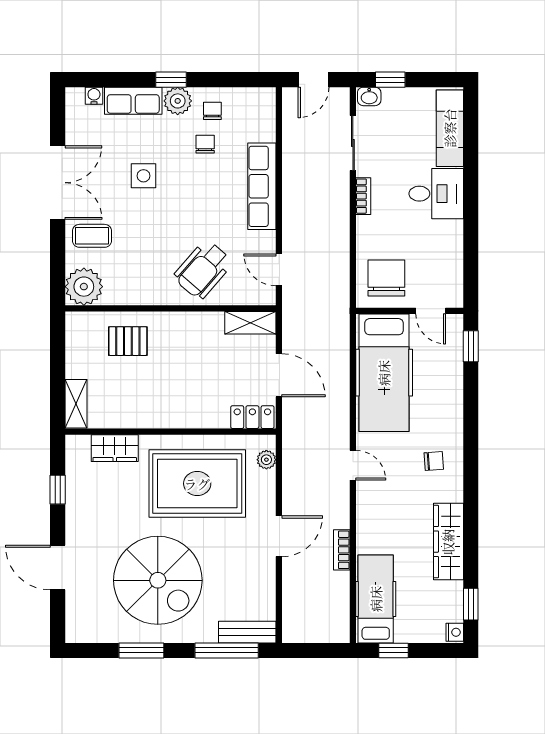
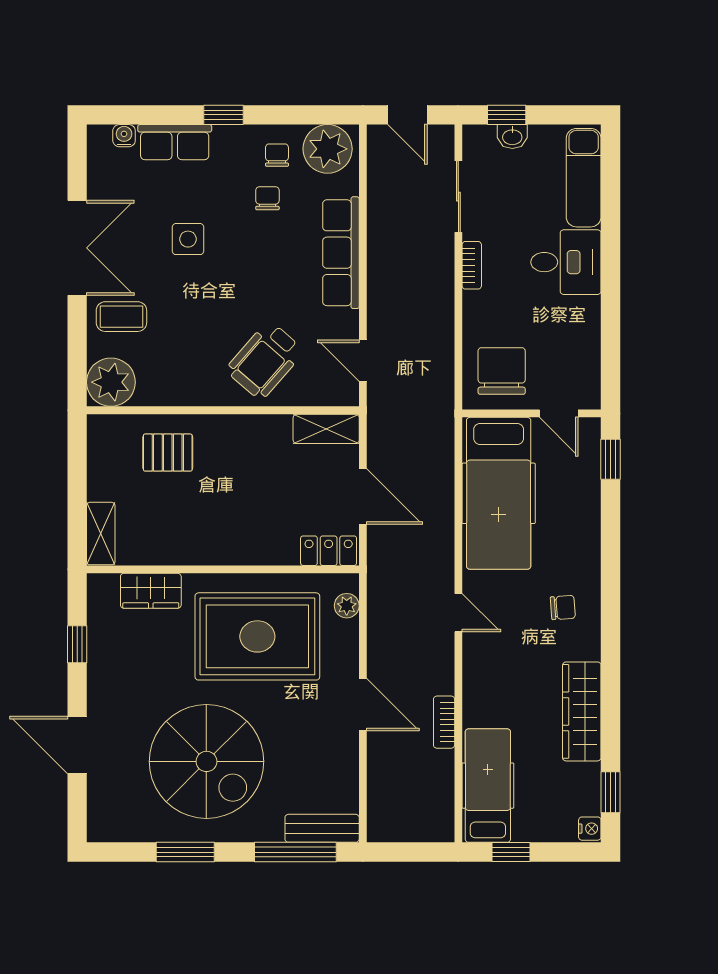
door: (313, 80) -> (407, 115), hinge flipped
washbasin: (369, 96) -> (512, 137), moved
plant: (178, 101) -> (328, 149), moved, width x1.36, depth x1.36
door: (279, 536) -> (363, 705), hinge flipped

